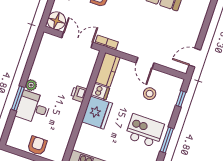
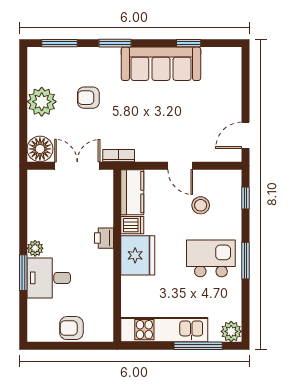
armchair: (37, 146) -> (71, 328), turned -90

